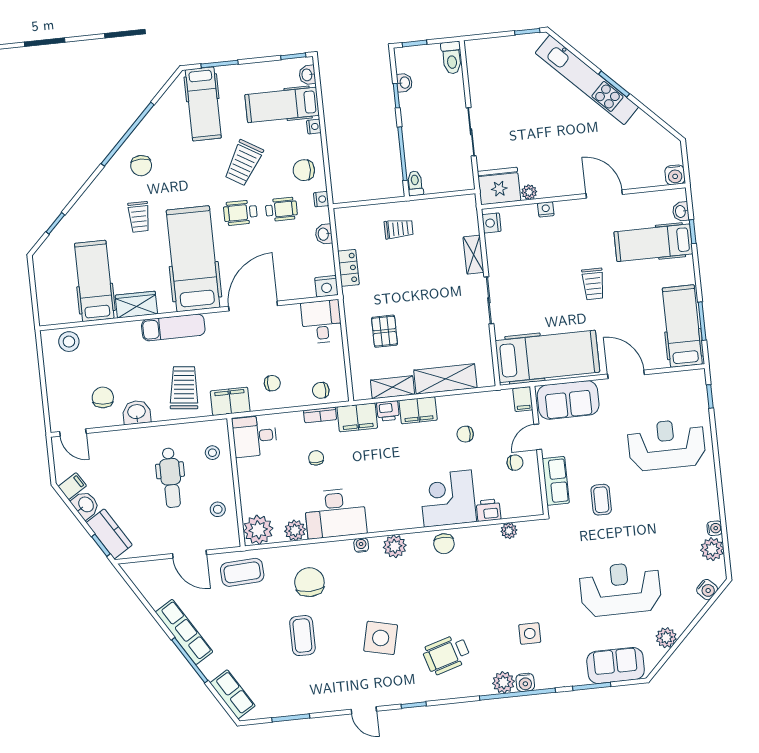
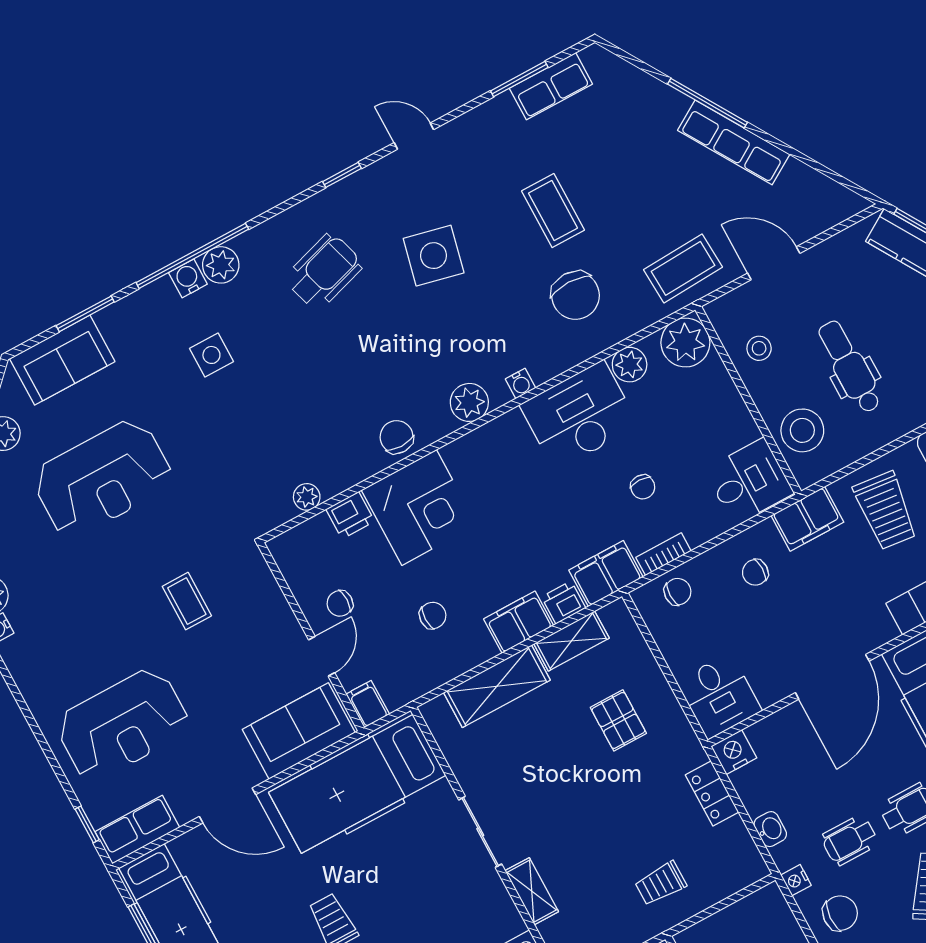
stool: (212, 453) -> (802, 430), width x1.89, depth x1.89
row of seats: (556, 481) -> (137, 830), moved, turned 90
row of seats: (233, 694) -> (551, 86), moved, turned -58

